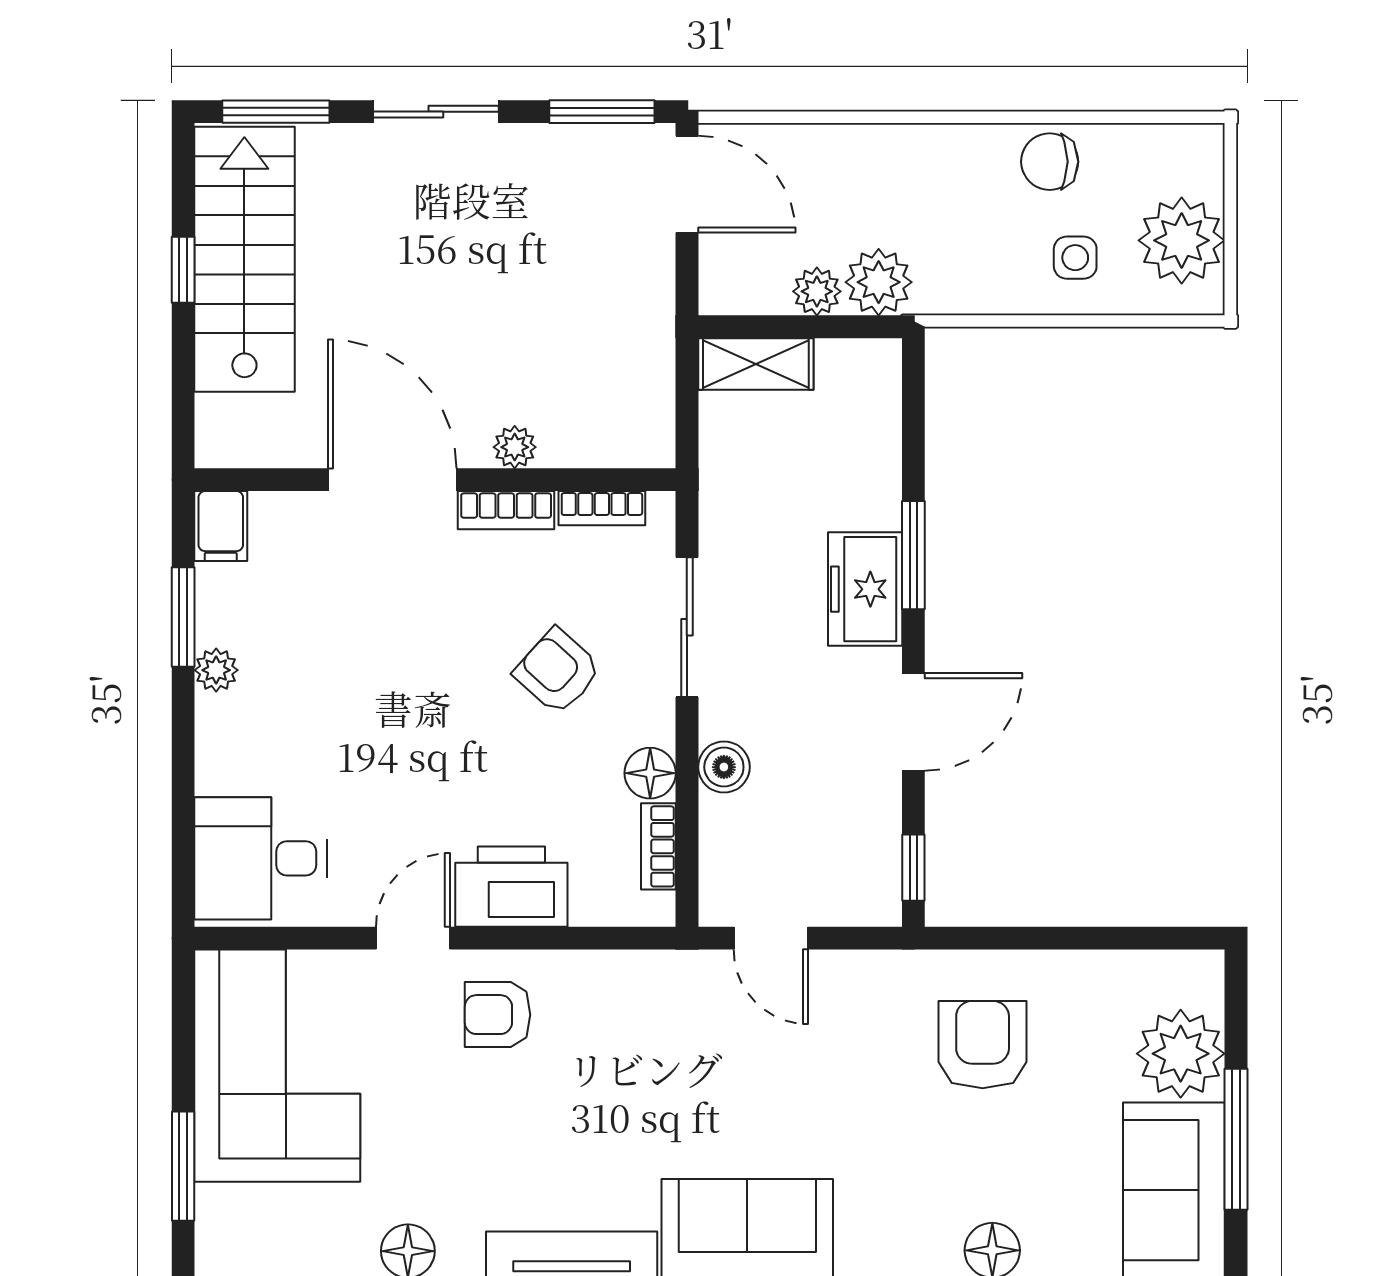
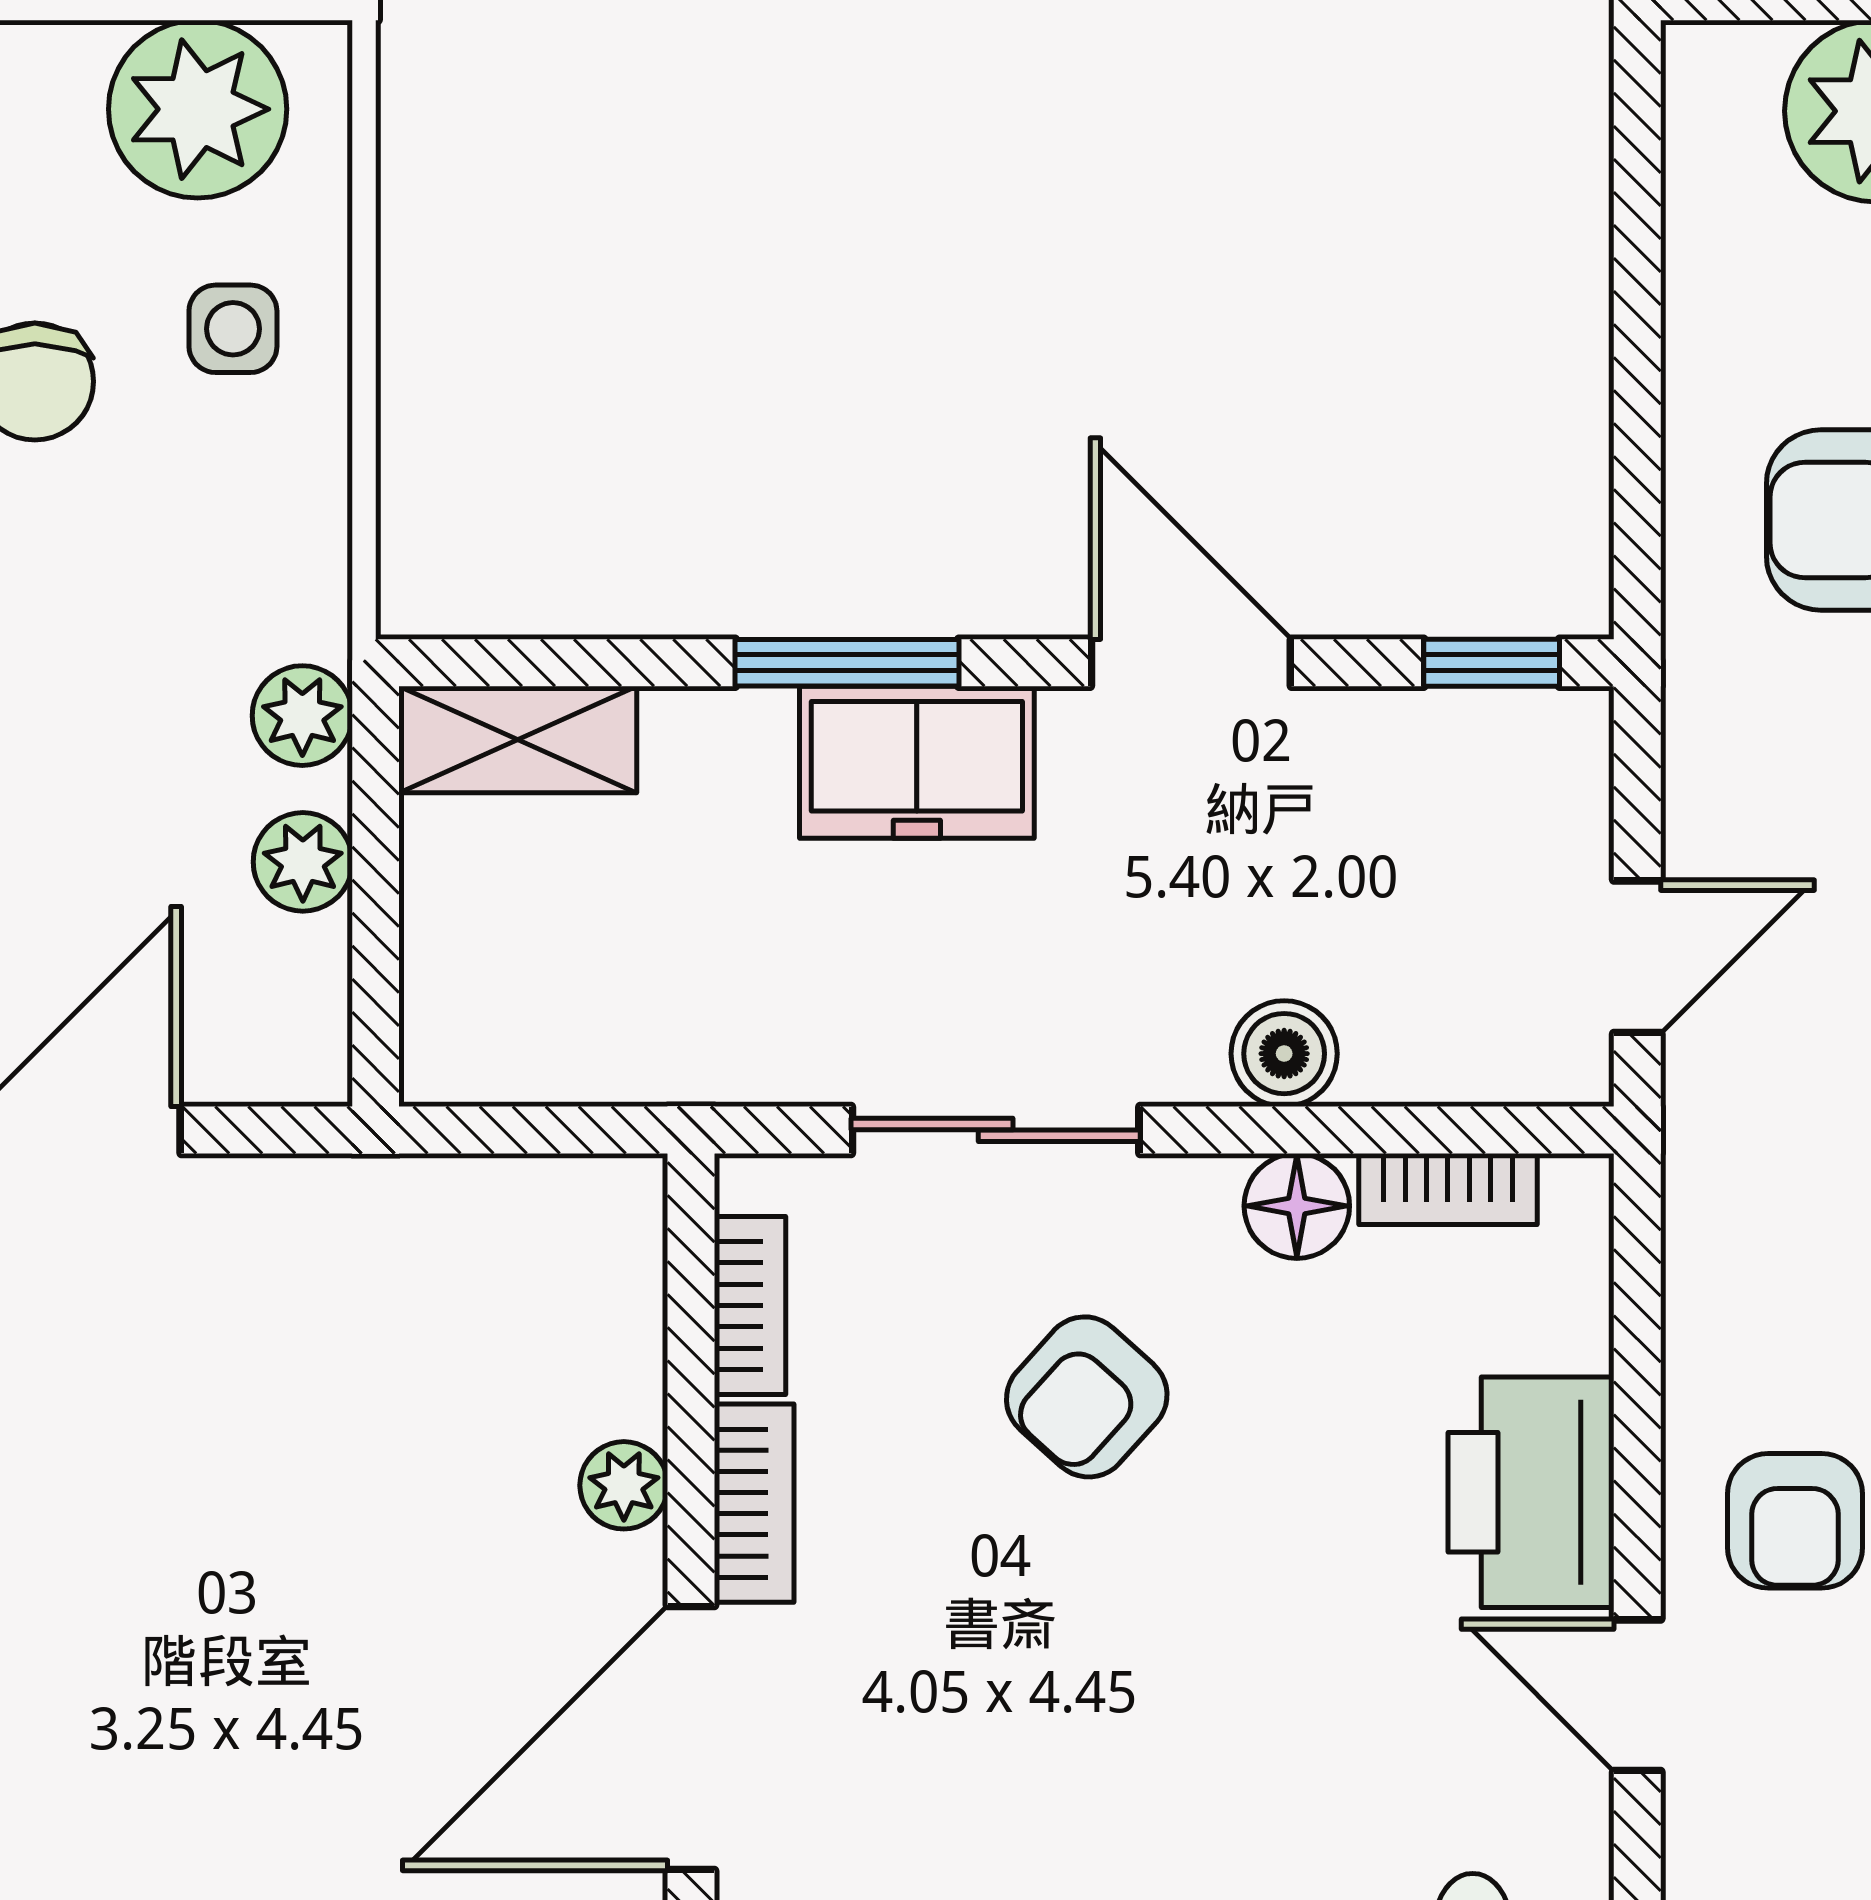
plant: (879, 282) -> (302, 716), width x0.73, depth x0.73
shelving: (756, 364) -> (518, 739), moved, turned 90

